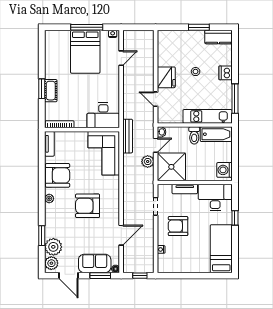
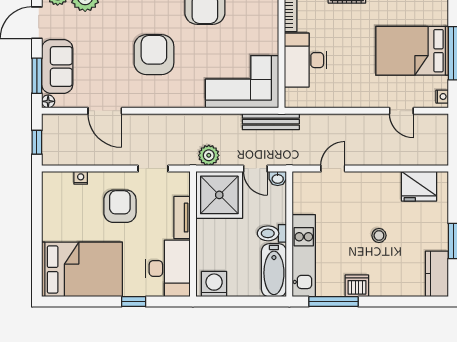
dishwasher: (226, 73) -> (357, 286), moved
fridge: (166, 77) -> (419, 186), moved
desk: (103, 115) -> (306, 60), moved
plant: (148, 162) -> (209, 155), moved
bed: (221, 249) -> (82, 269), width x1.50

